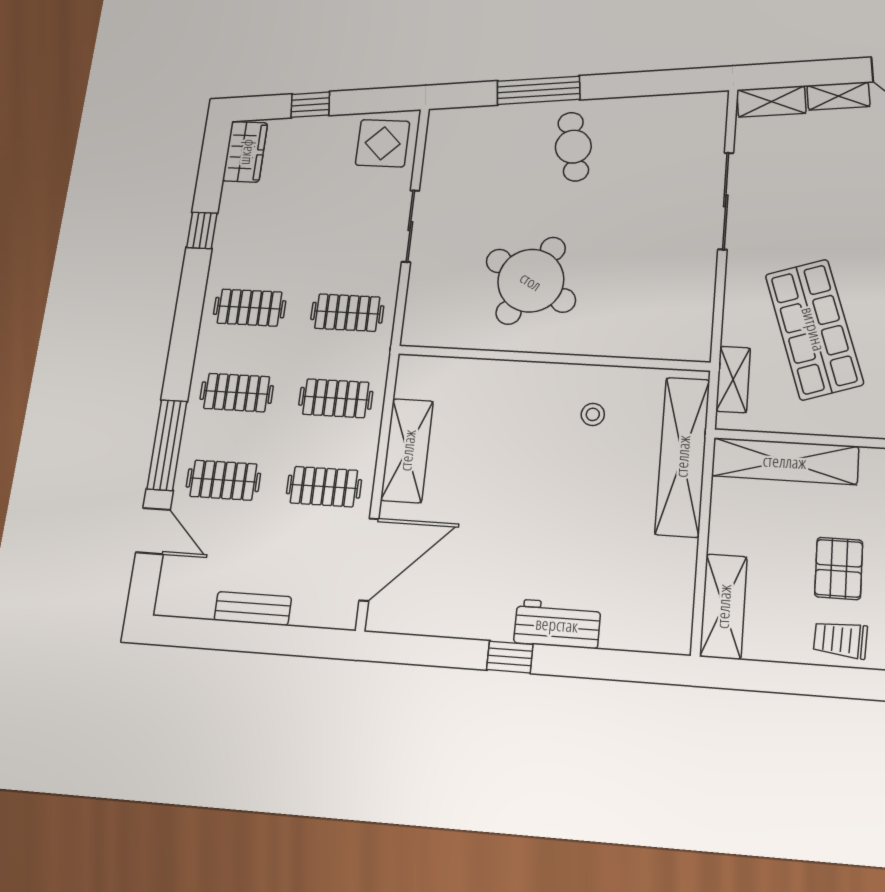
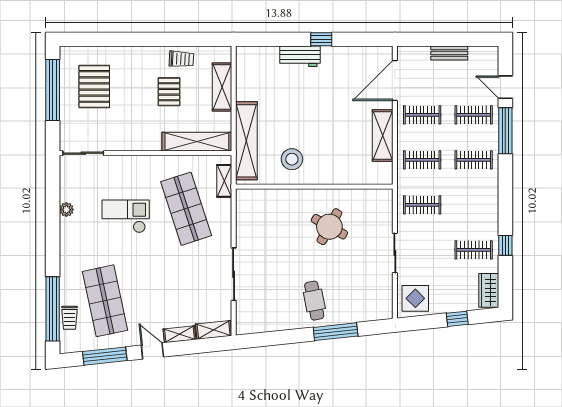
round table: (531, 281) -> (329, 227), width x0.73, depth x0.73
clothes rail: (250, 308) -> (474, 250), moved
stool: (593, 414) -> (292, 159), width x1.89, depth x1.89
shelving: (723, 606) -> (222, 87), moved
trolley: (840, 640) -> (181, 59), moved

